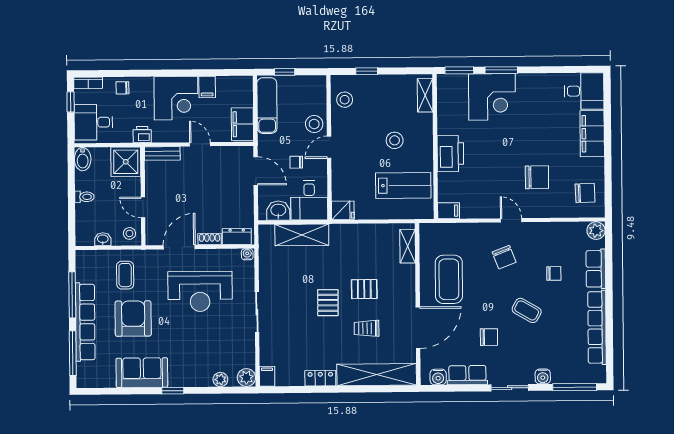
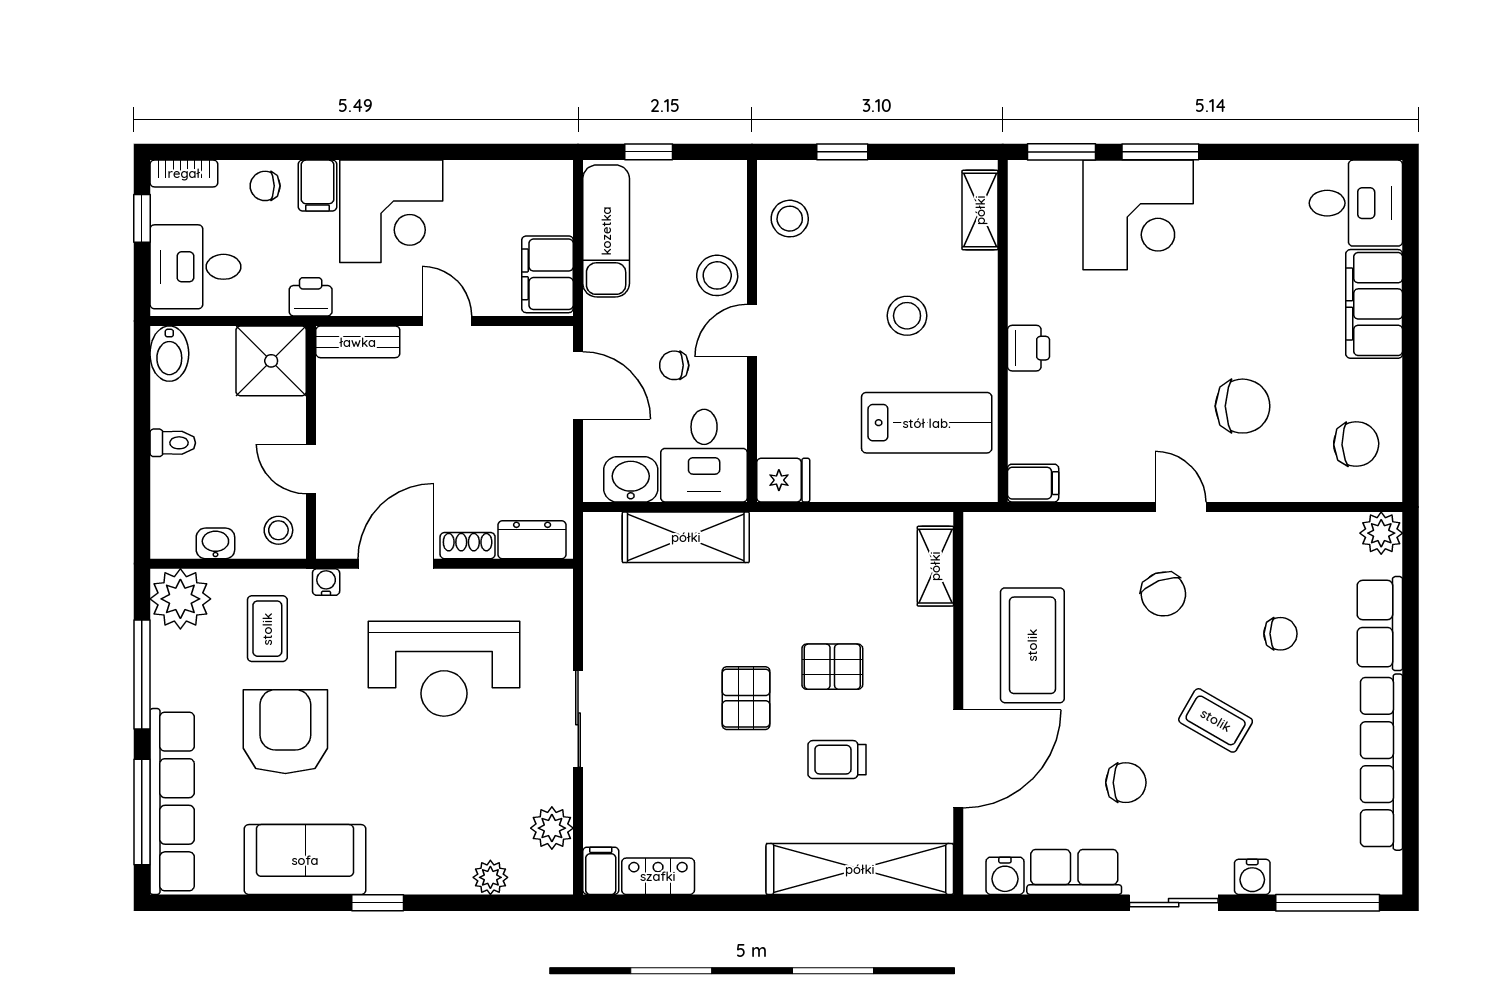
filing cabinet: (207, 87) -> (317, 186), moved
printer: (450, 154) -> (1028, 348), width x0.53, depth x0.68
water cooler: (247, 254) -> (326, 582), moved
plant: (88, 263) -> (180, 599), added
row of seats: (85, 322) -> (172, 801), moved
plant: (246, 378) -> (552, 828), moved
locker: (320, 378) -> (658, 876), moved

